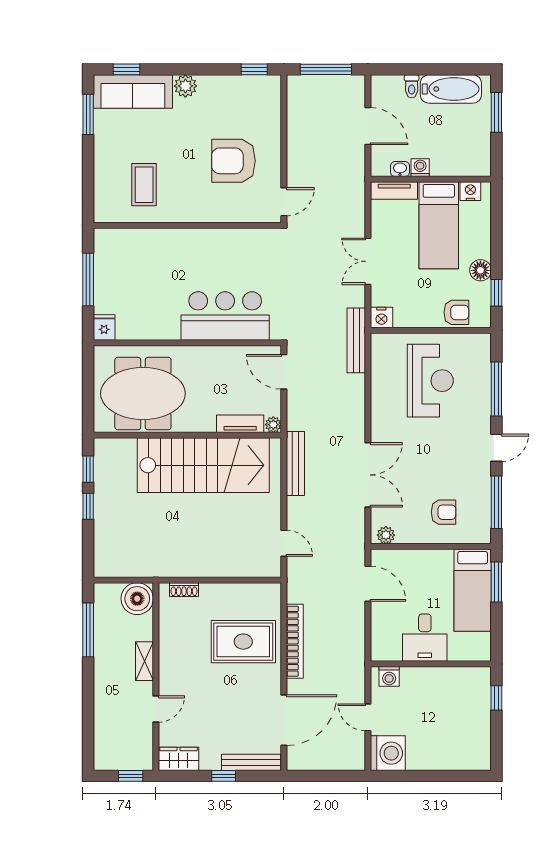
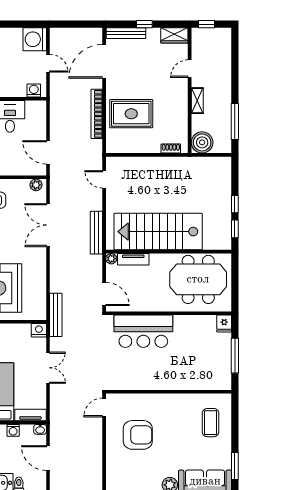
washbasin: (400, 169) -> (40, 429), moved
coffee table: (144, 185) -> (211, 423), moved

